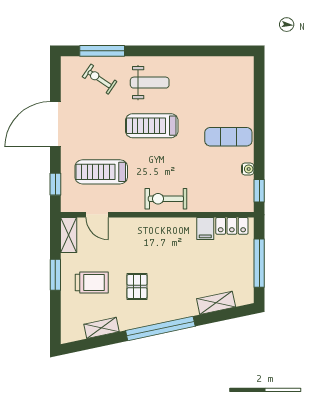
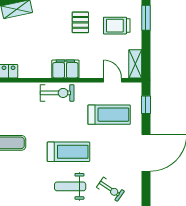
filing cabinet: (205, 229) -> (65, 69), moved, width x2.00
window: (55, 275) -> (146, 18), moved

